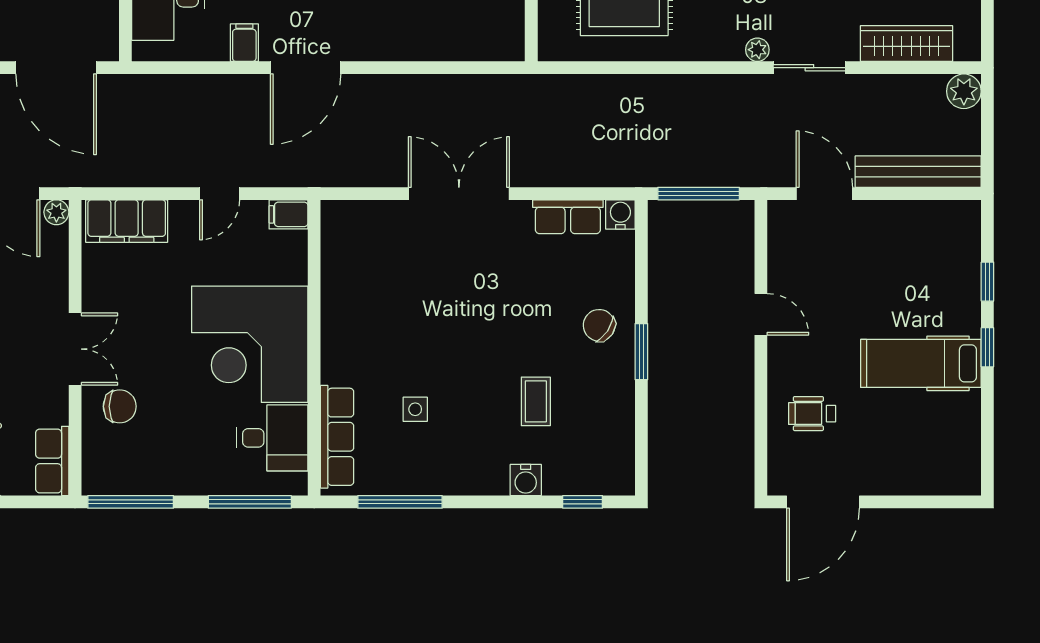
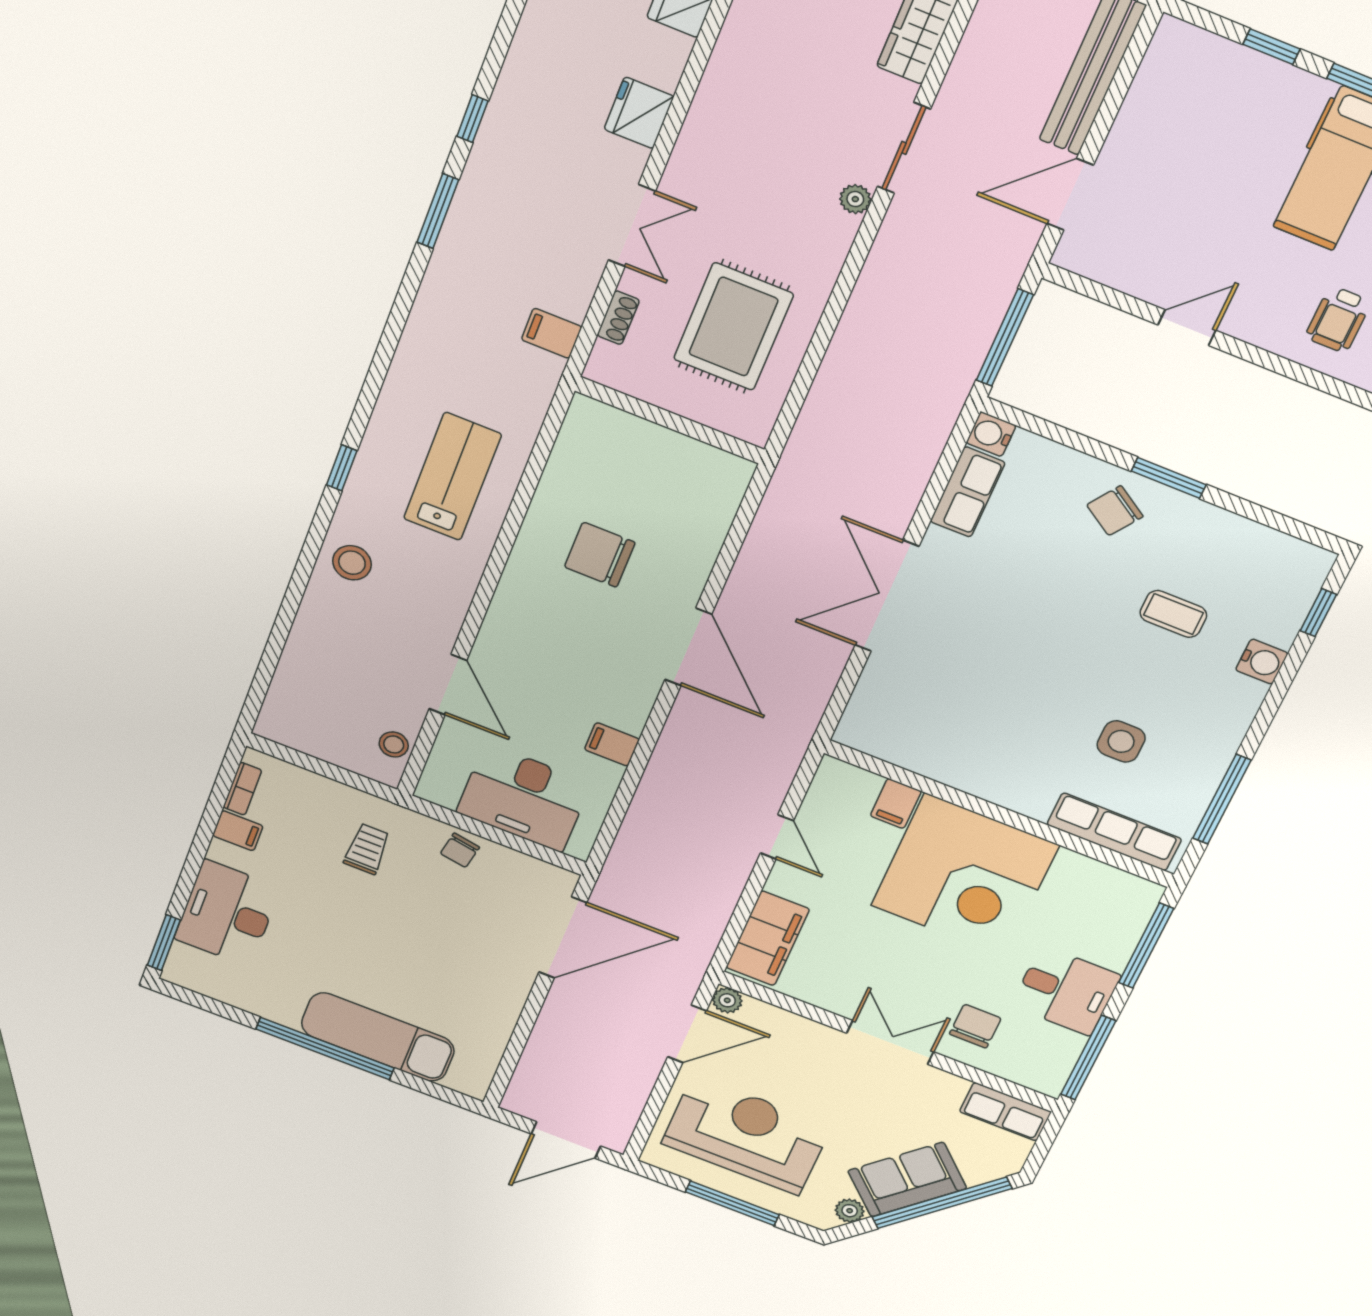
door: (306, 68) -> (688, 647), moved
filing cabinet: (288, 214) -> (896, 804), moved
side table: (415, 409) -> (1121, 741), width x1.37, depth x1.37
desk: (272, 438) -> (1066, 991), moved, turned 90

